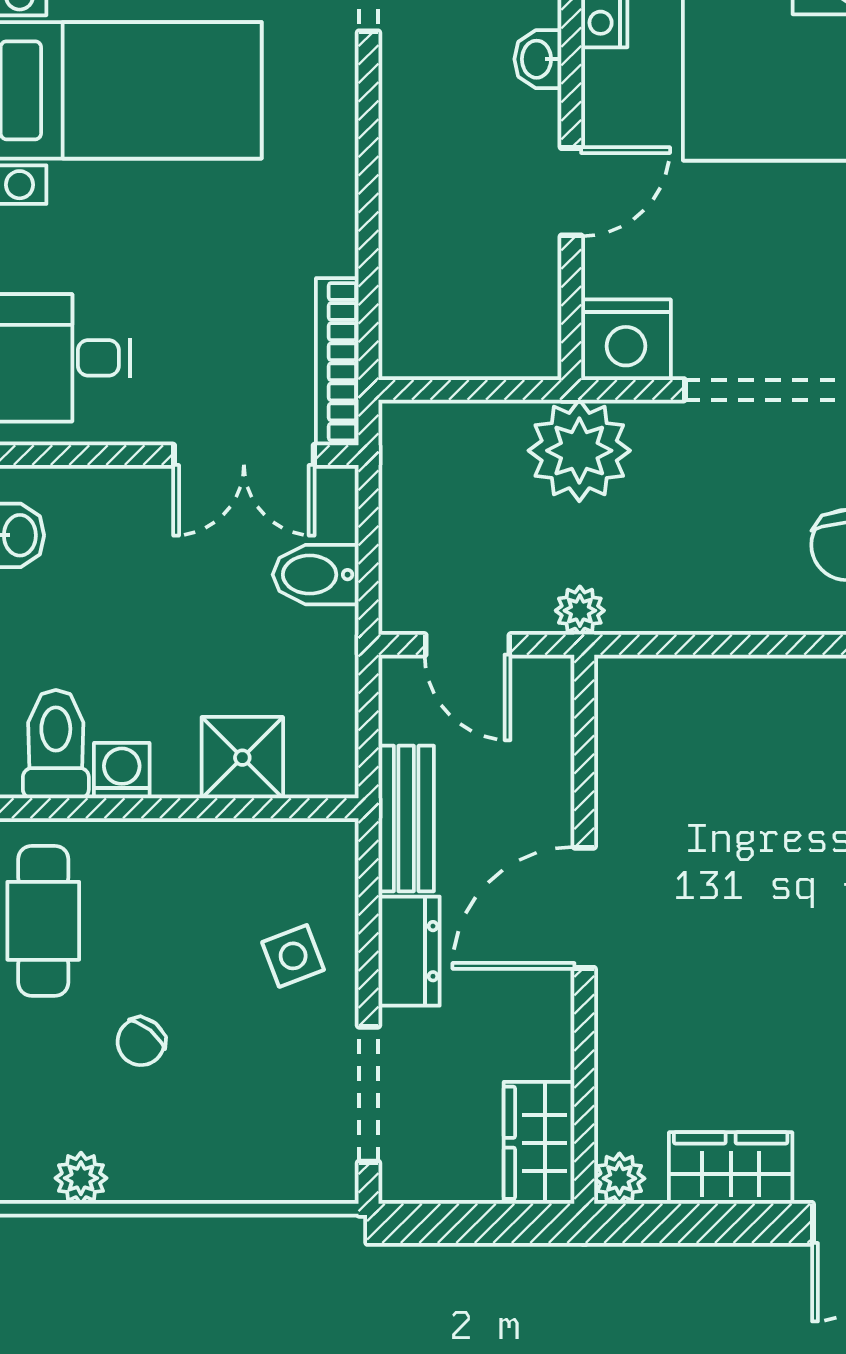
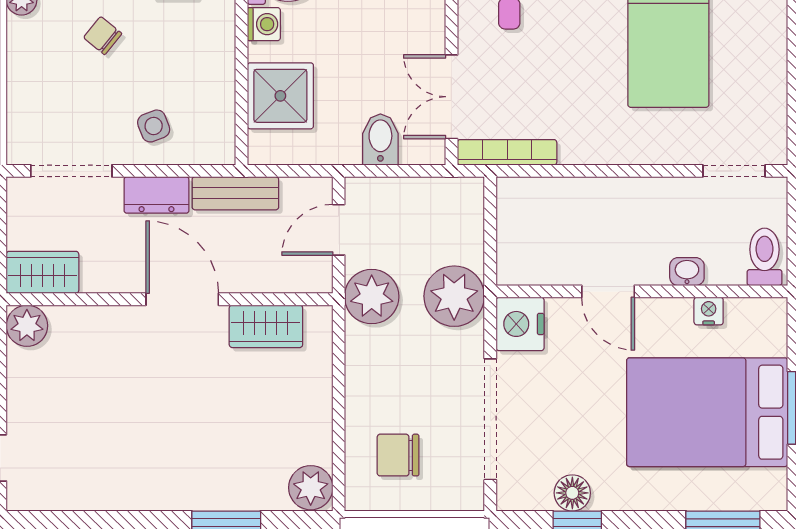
plant: (580, 611) -> (372, 297), width x1.88, depth x1.88
shower: (242, 758) -> (280, 96), width x1.36, depth x1.36
wardrobe: (731, 1168) -> (266, 326), moved, turned 90
plant: (619, 1178) -> (27, 326), width x1.38, depth x1.38

